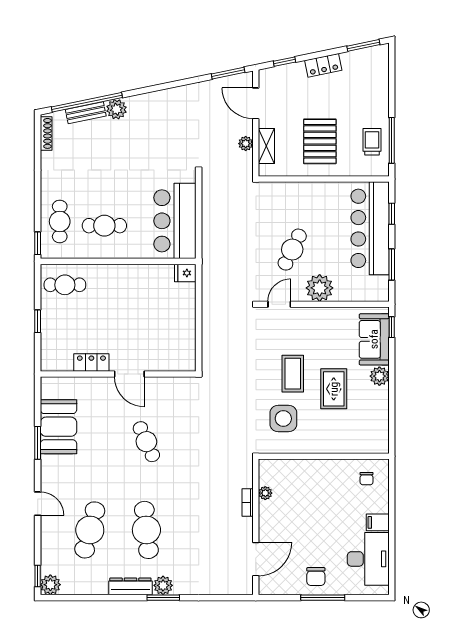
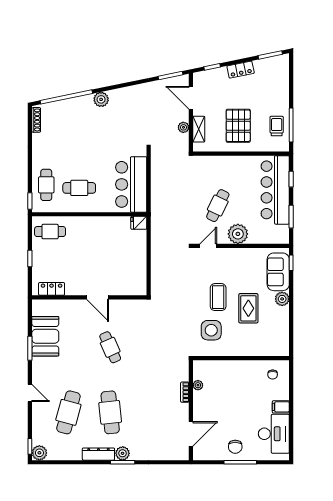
plant: (116, 109) -> (101, 99), moved
bench: (86, 113) -> (65, 105), removed
locker: (91, 363) -> (52, 289), moved

